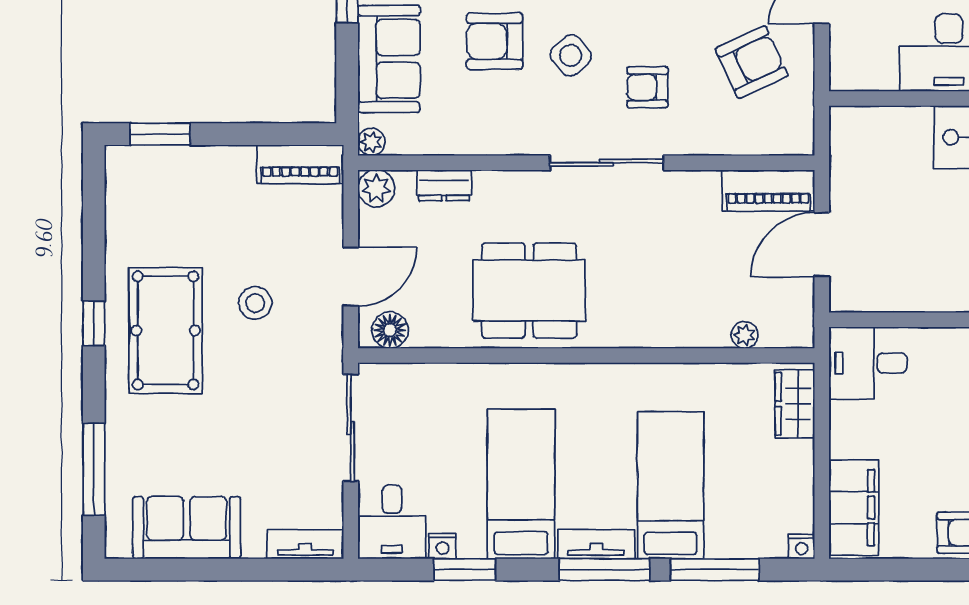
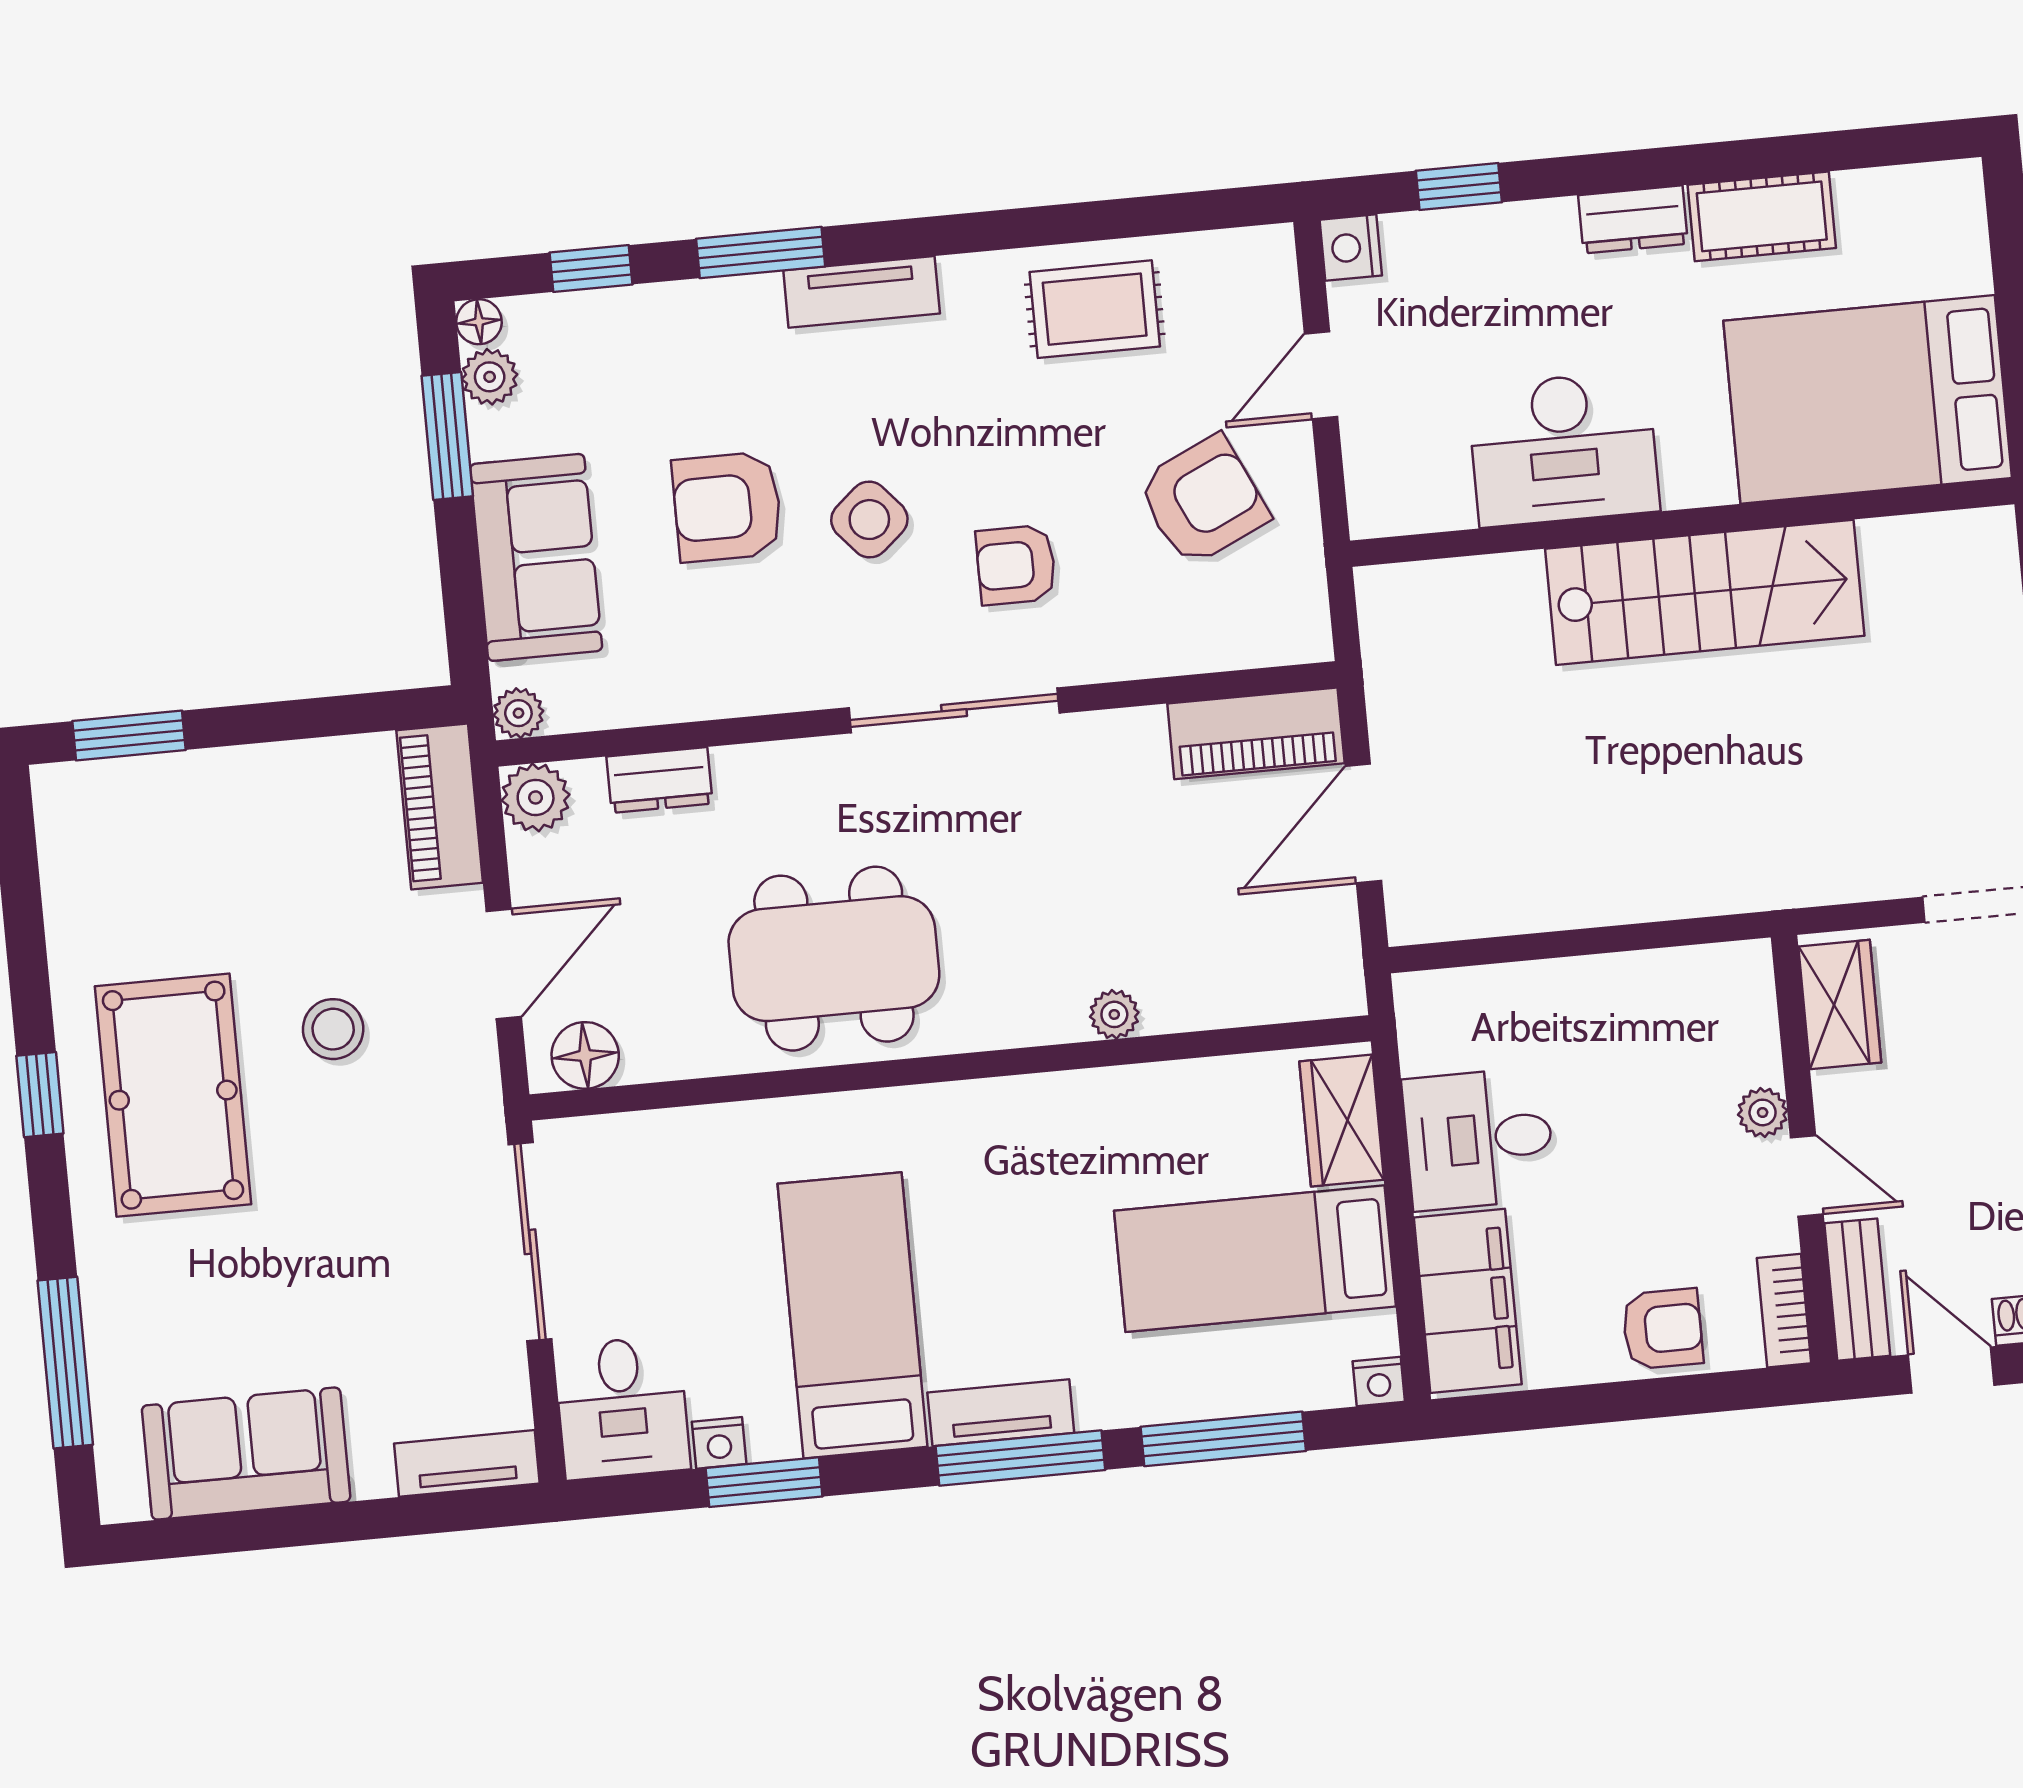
piano: (300, 164) -> (440, 806), moved, turned 90
plant: (745, 335) -> (1114, 1014), moved
desk: (868, 363) -> (1479, 1139), moved
bed: (671, 485) -> (1255, 1259), moved, turned -90

